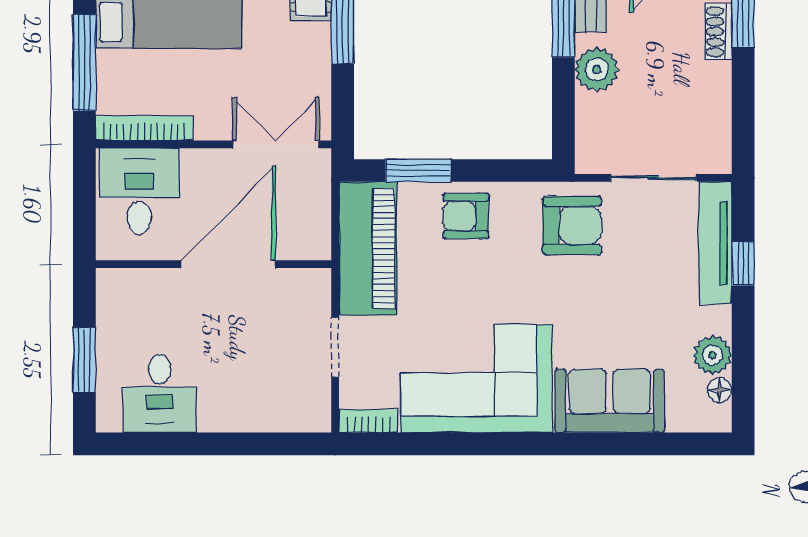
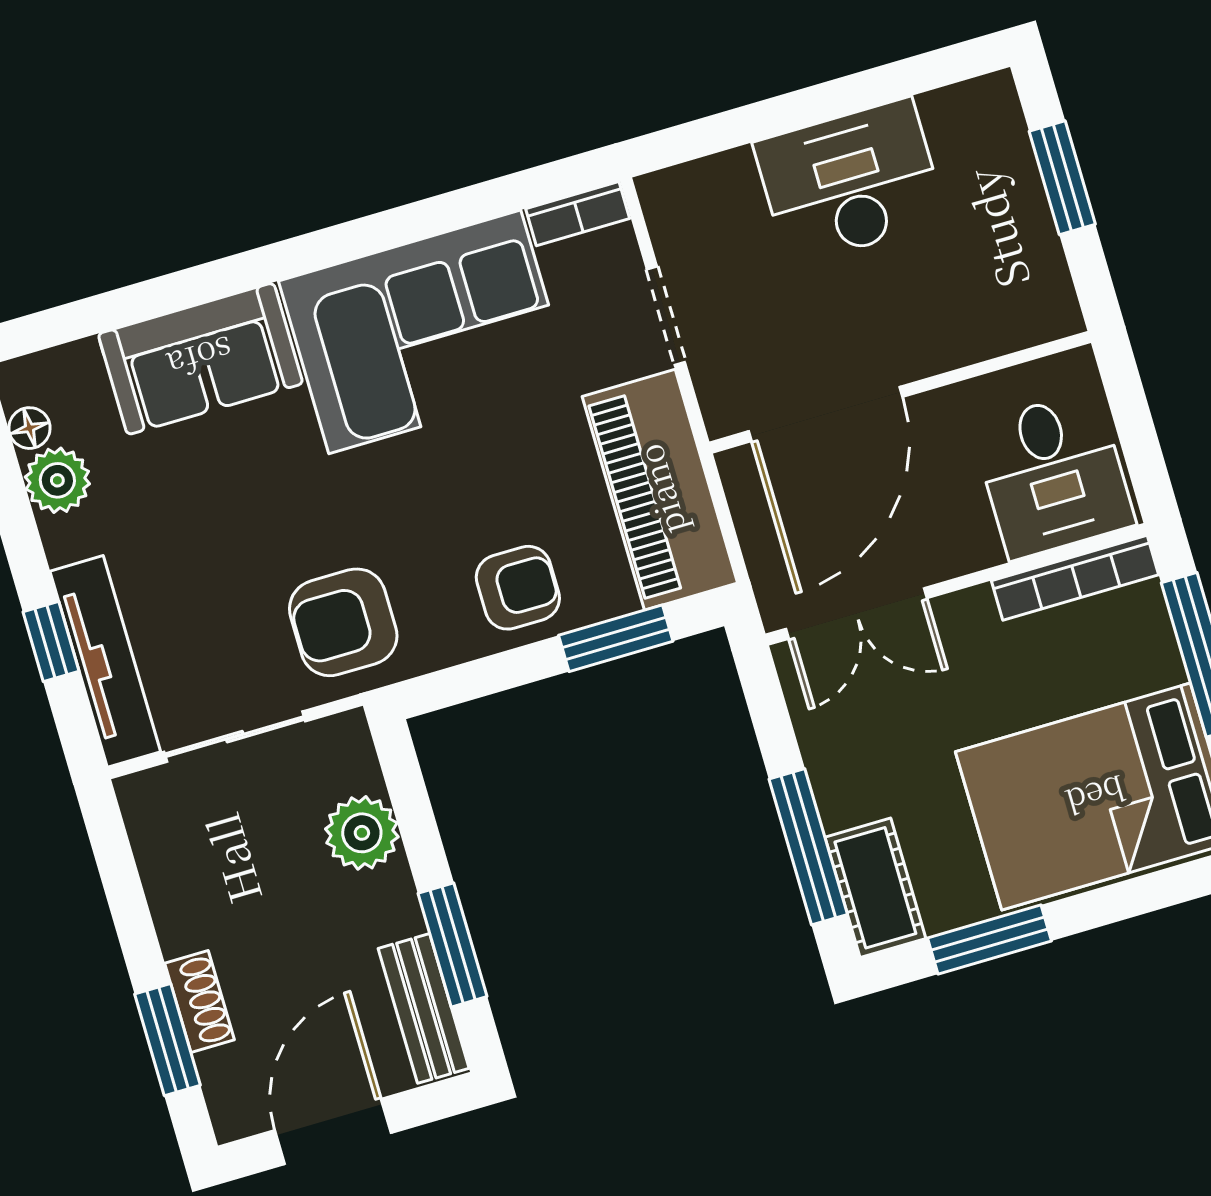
plant: (597, 69) -> (362, 833), moved
door: (228, 264) -> (826, 414), moved
desk: (160, 393) -> (850, 182), moved, width x1.37

